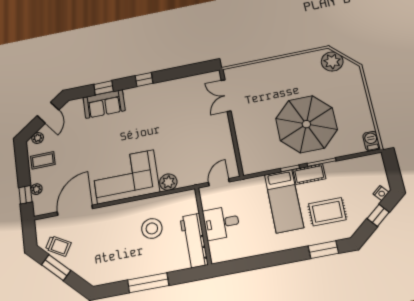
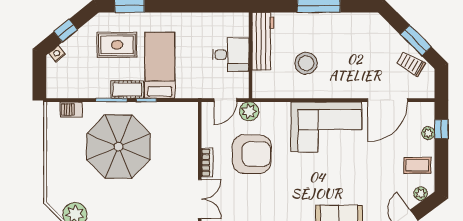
bookcase: (225, 127) -> (207, 163), added
armchair: (188, 141) -> (252, 154), added
barbecue: (371, 141) -> (71, 110), moved, turned 90
plant: (168, 182) -> (249, 111), moved

